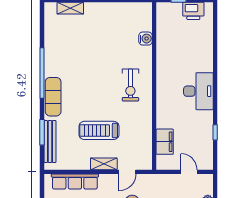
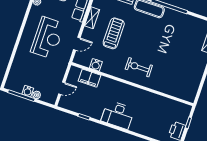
water cooler: (145, 39) -> (96, 65), moved
shelving: (104, 164) -> (92, 18), moved
door: (127, 172) -> (77, 44), swing flipped

